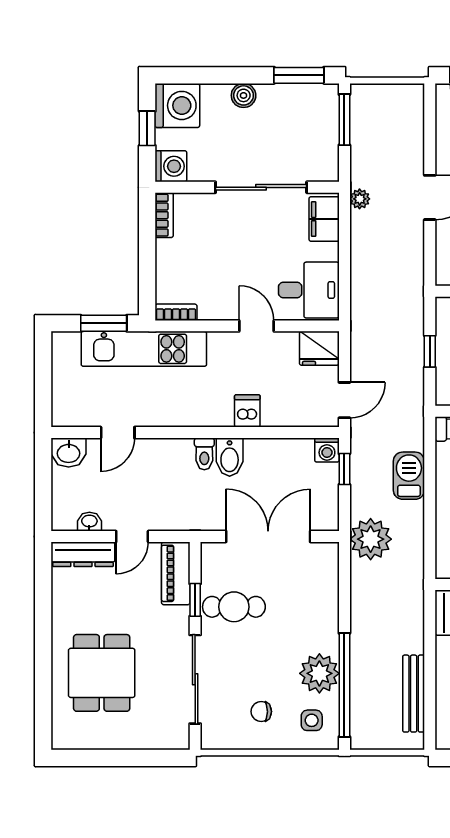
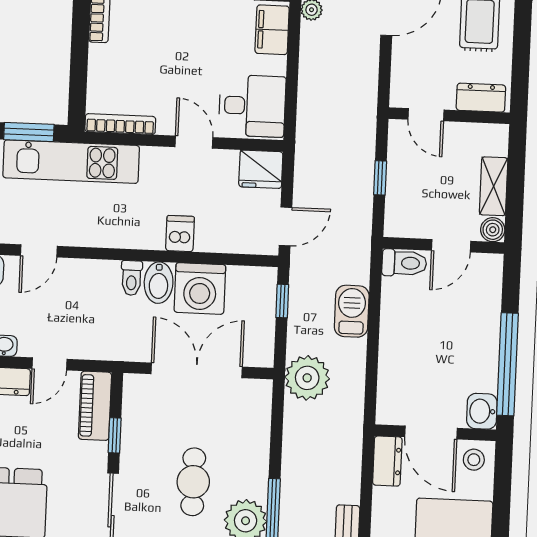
bookcase: (176, 312) -> (120, 124), width x1.56
washing machine: (327, 450) -> (200, 289), moved, width x1.89, depth x1.89
cafe table: (234, 607) -> (193, 482), moved, turned 90

